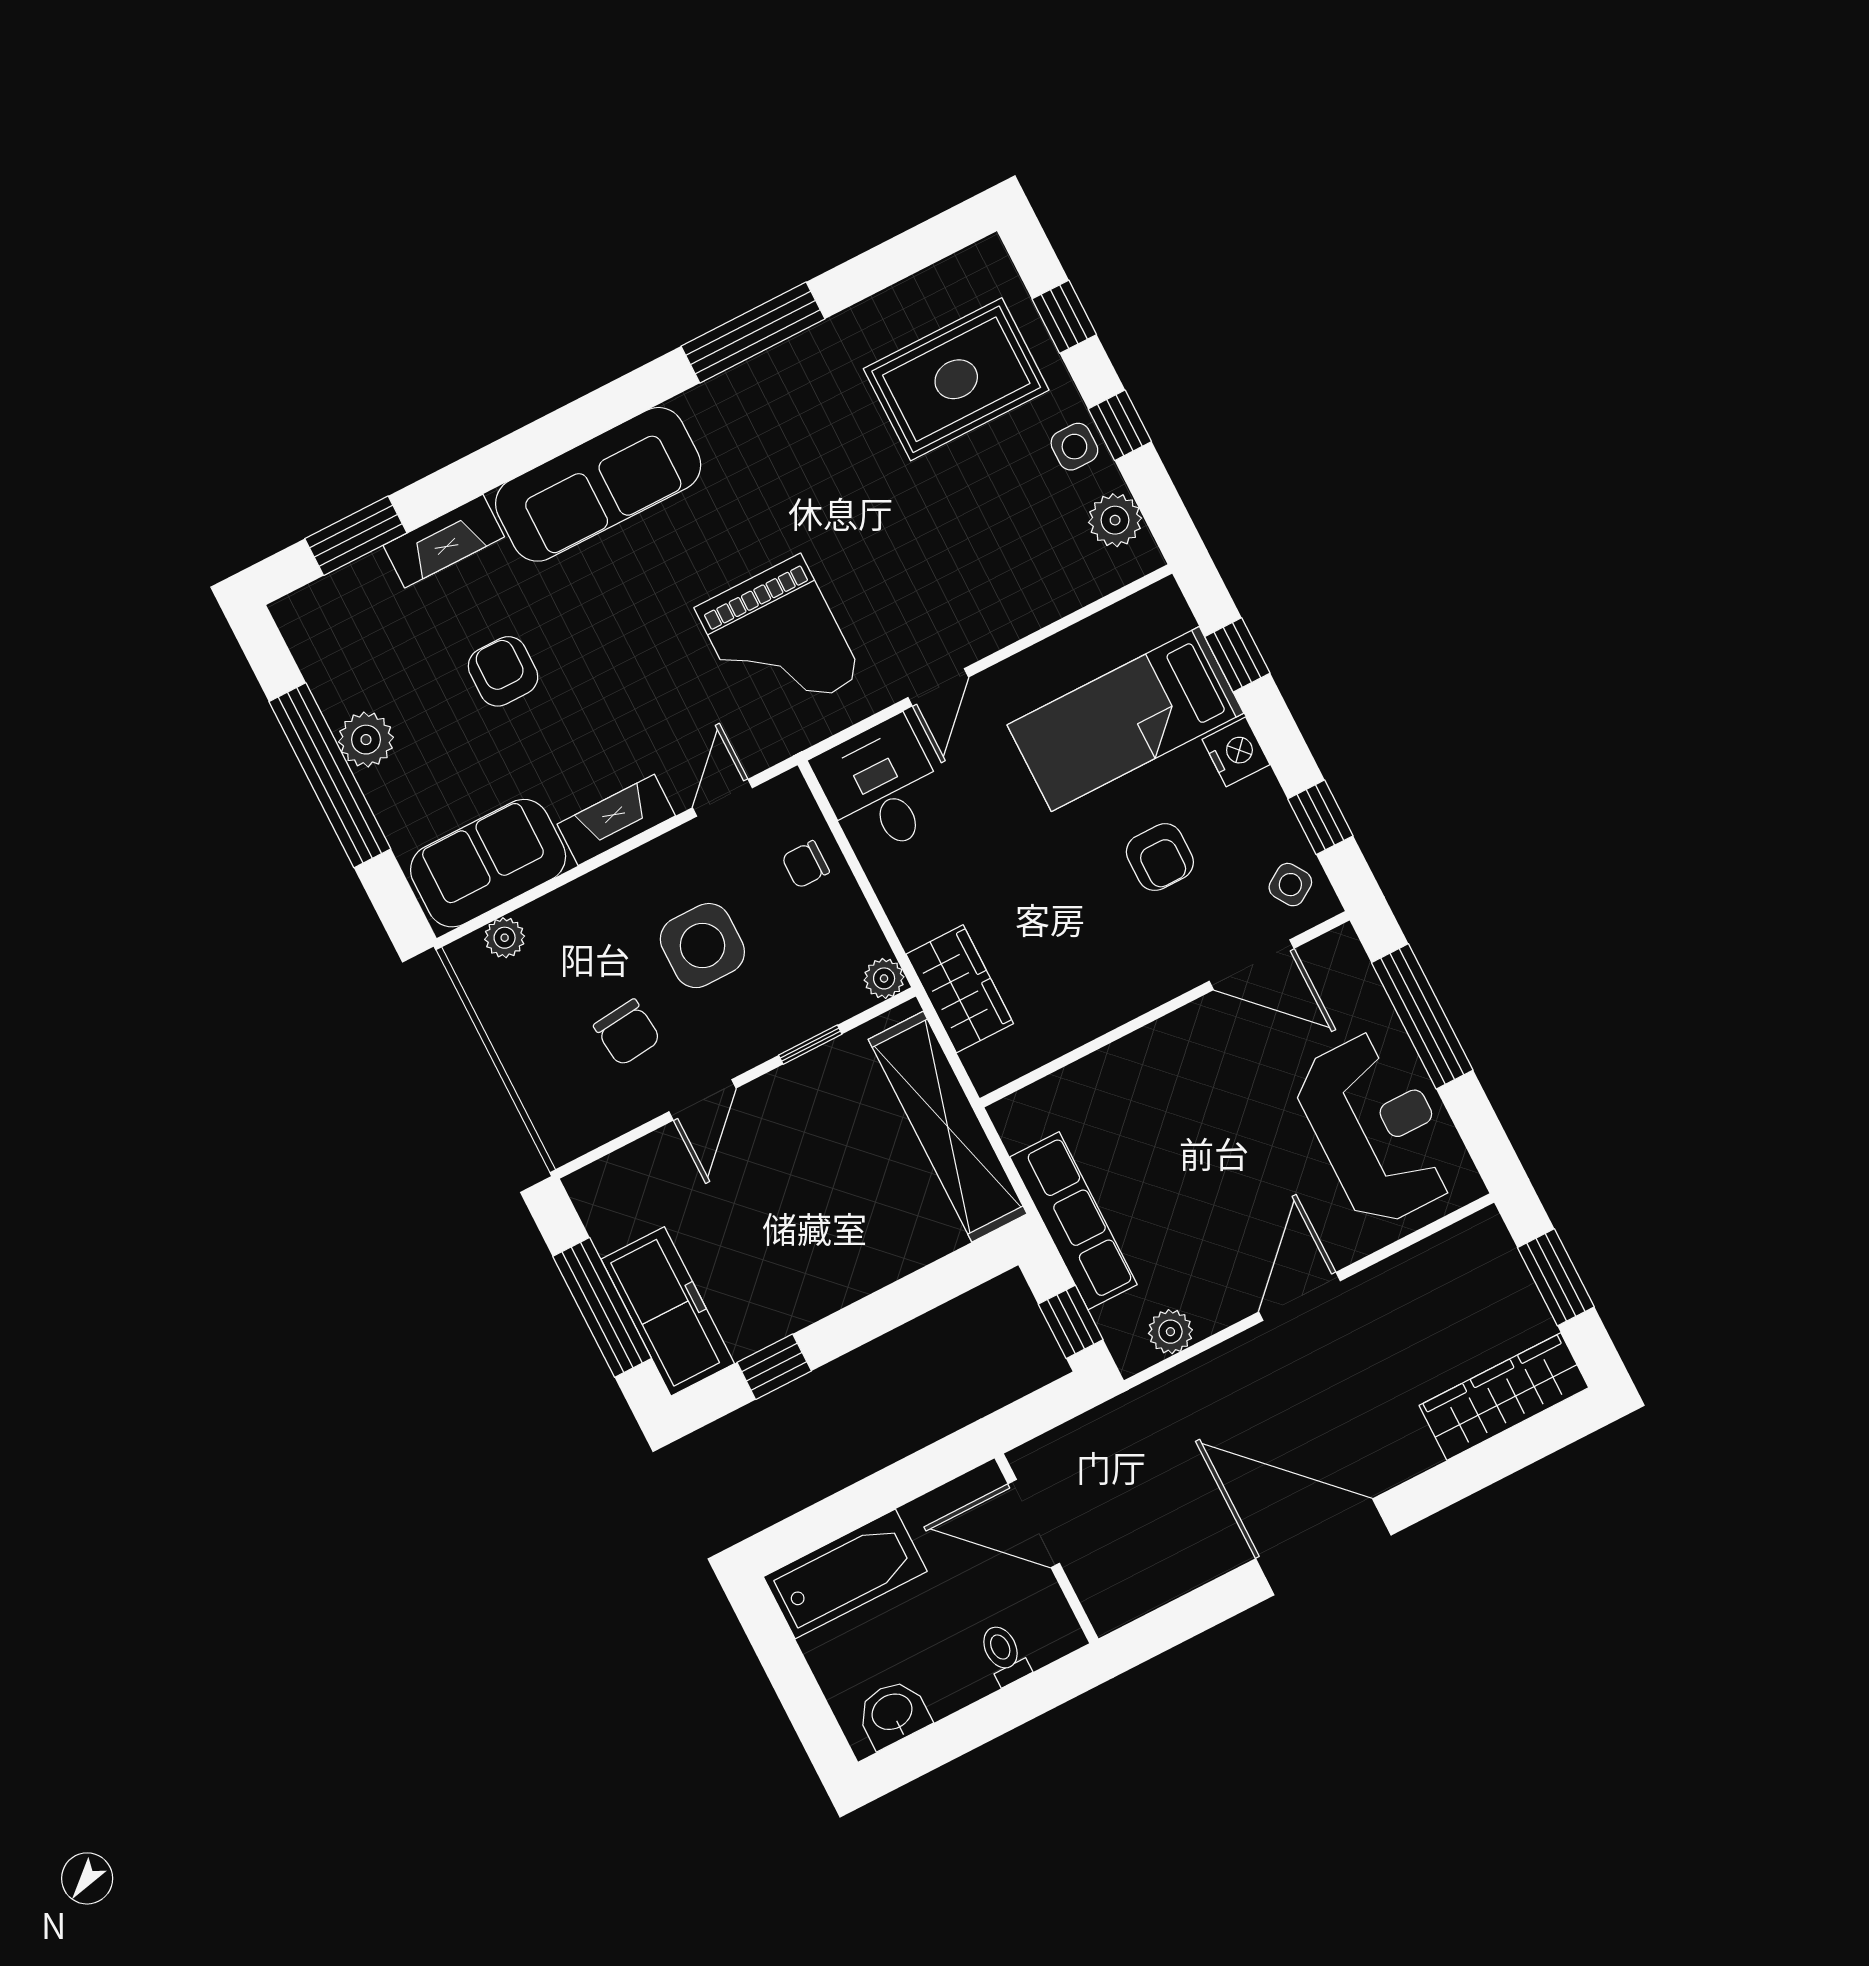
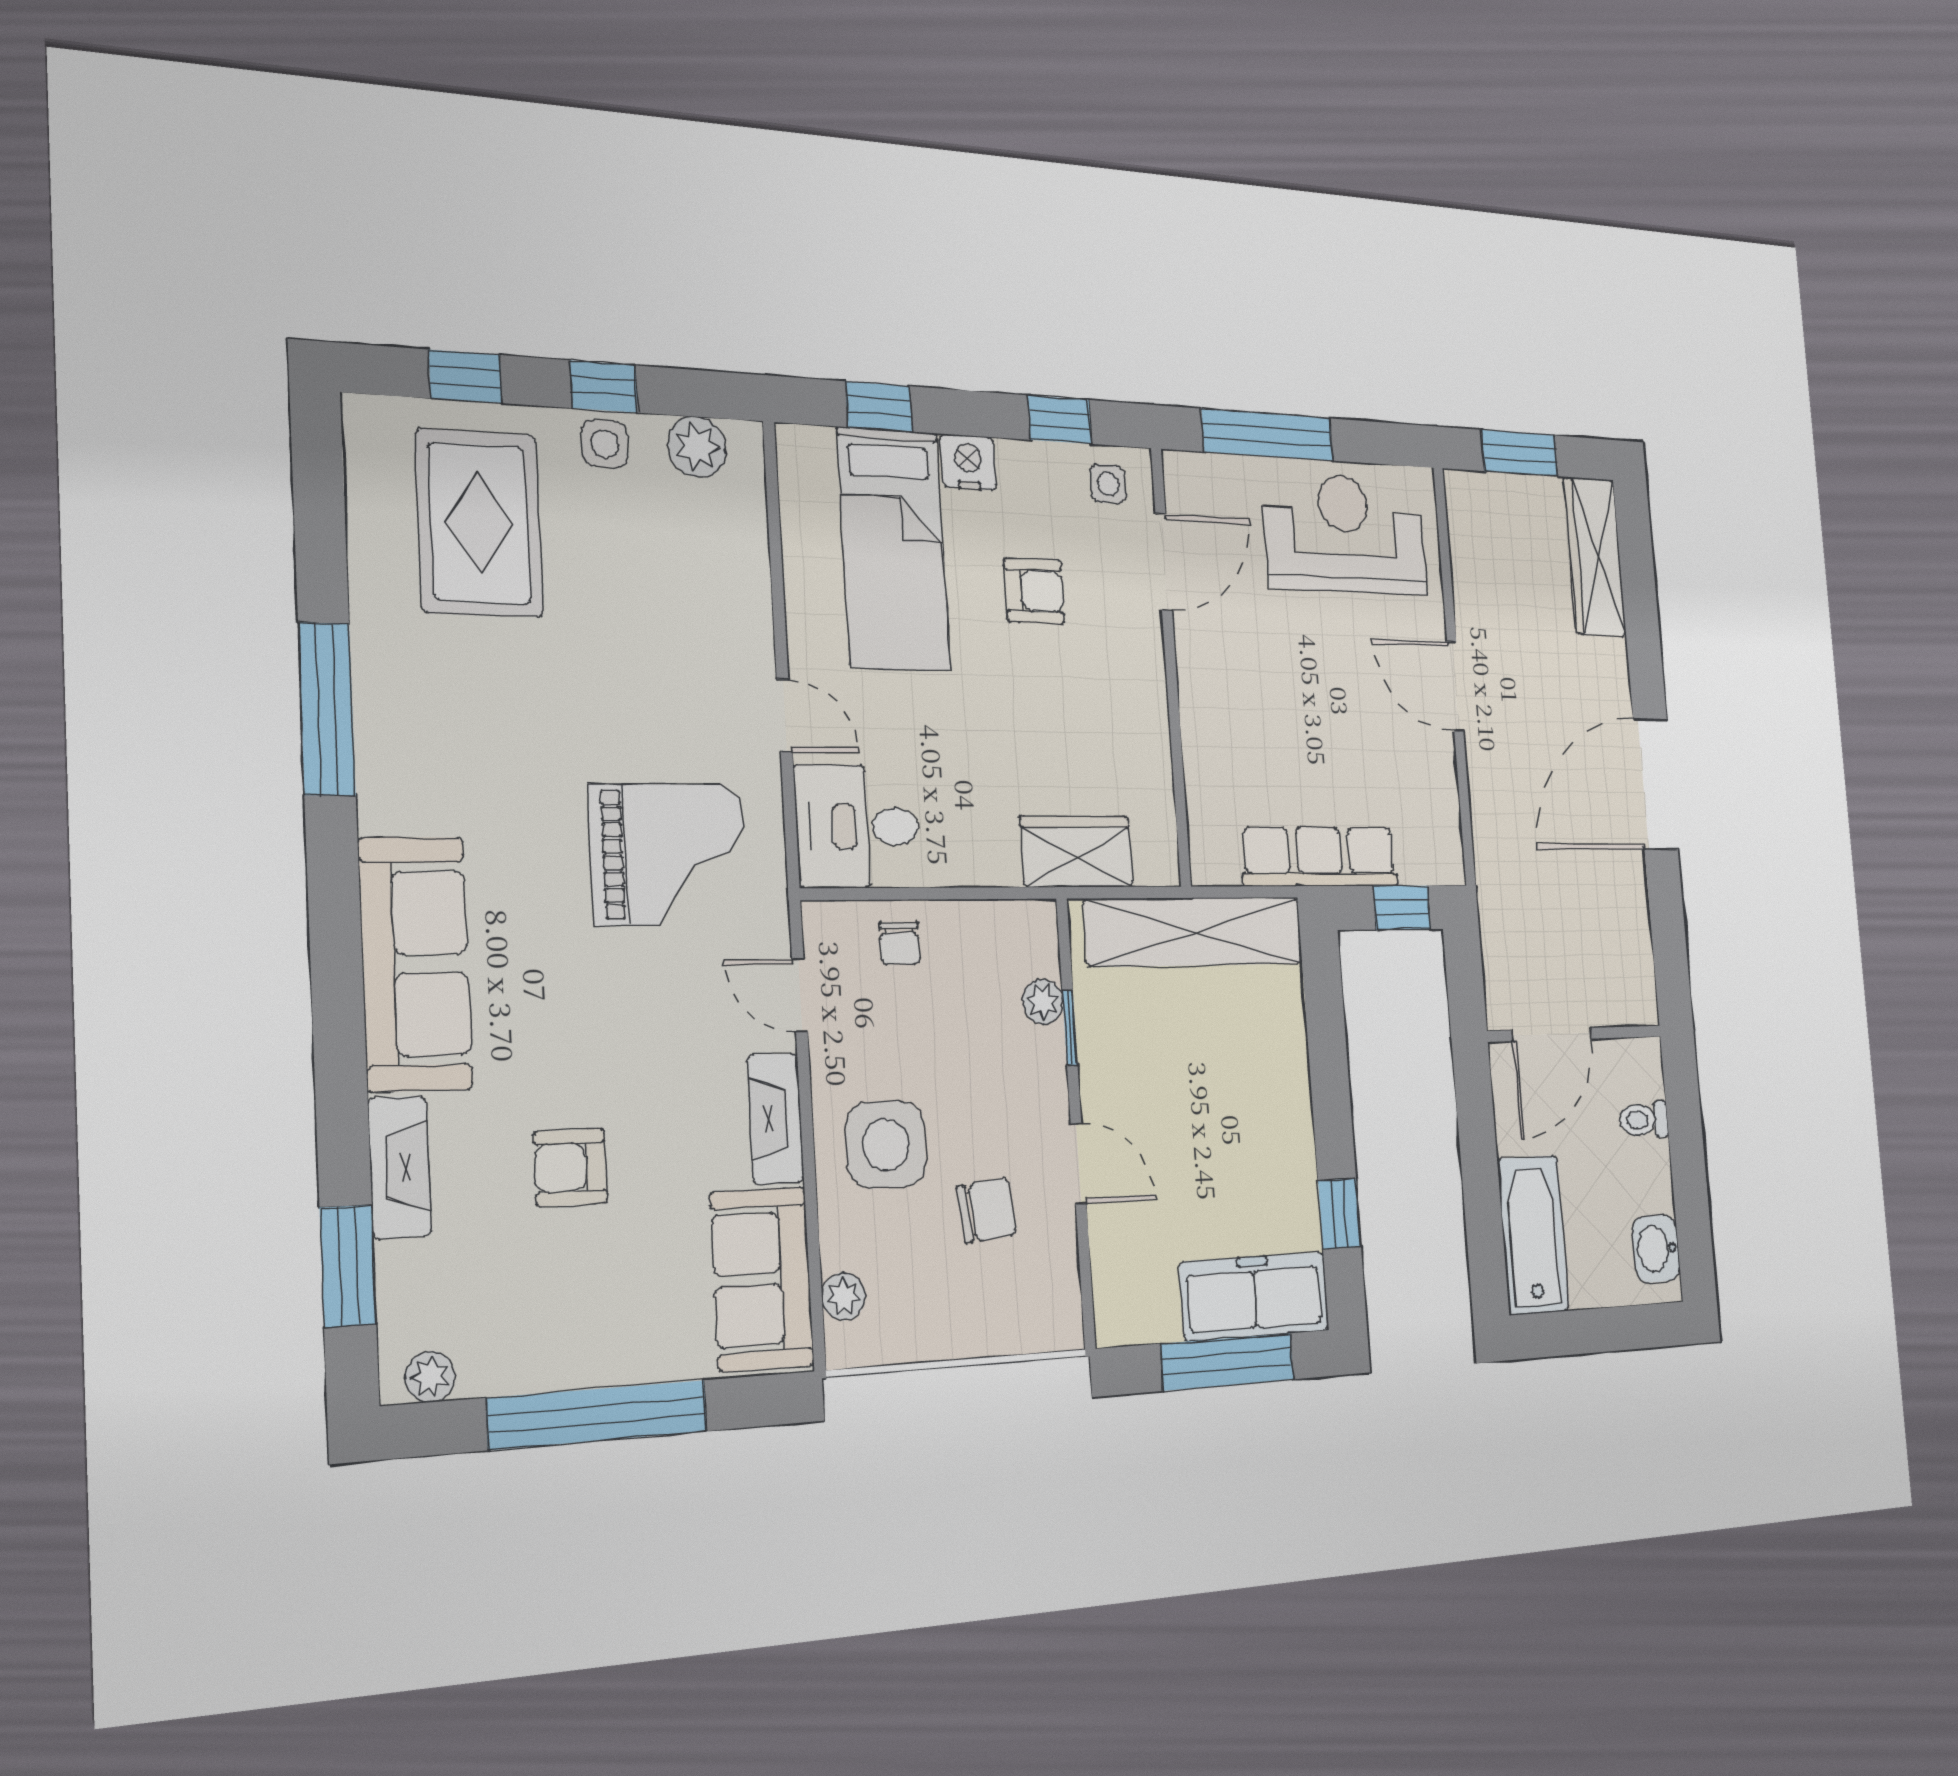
plant: (366, 740) -> (430, 1377), moved, width x0.73, depth x0.73
side table: (1290, 885) -> (1108, 484), turned 33
side table: (702, 946) -> (886, 1145), moved
plant: (884, 978) -> (1043, 1002), moved
plant: (1170, 1332) -> (1442, 820), removed

